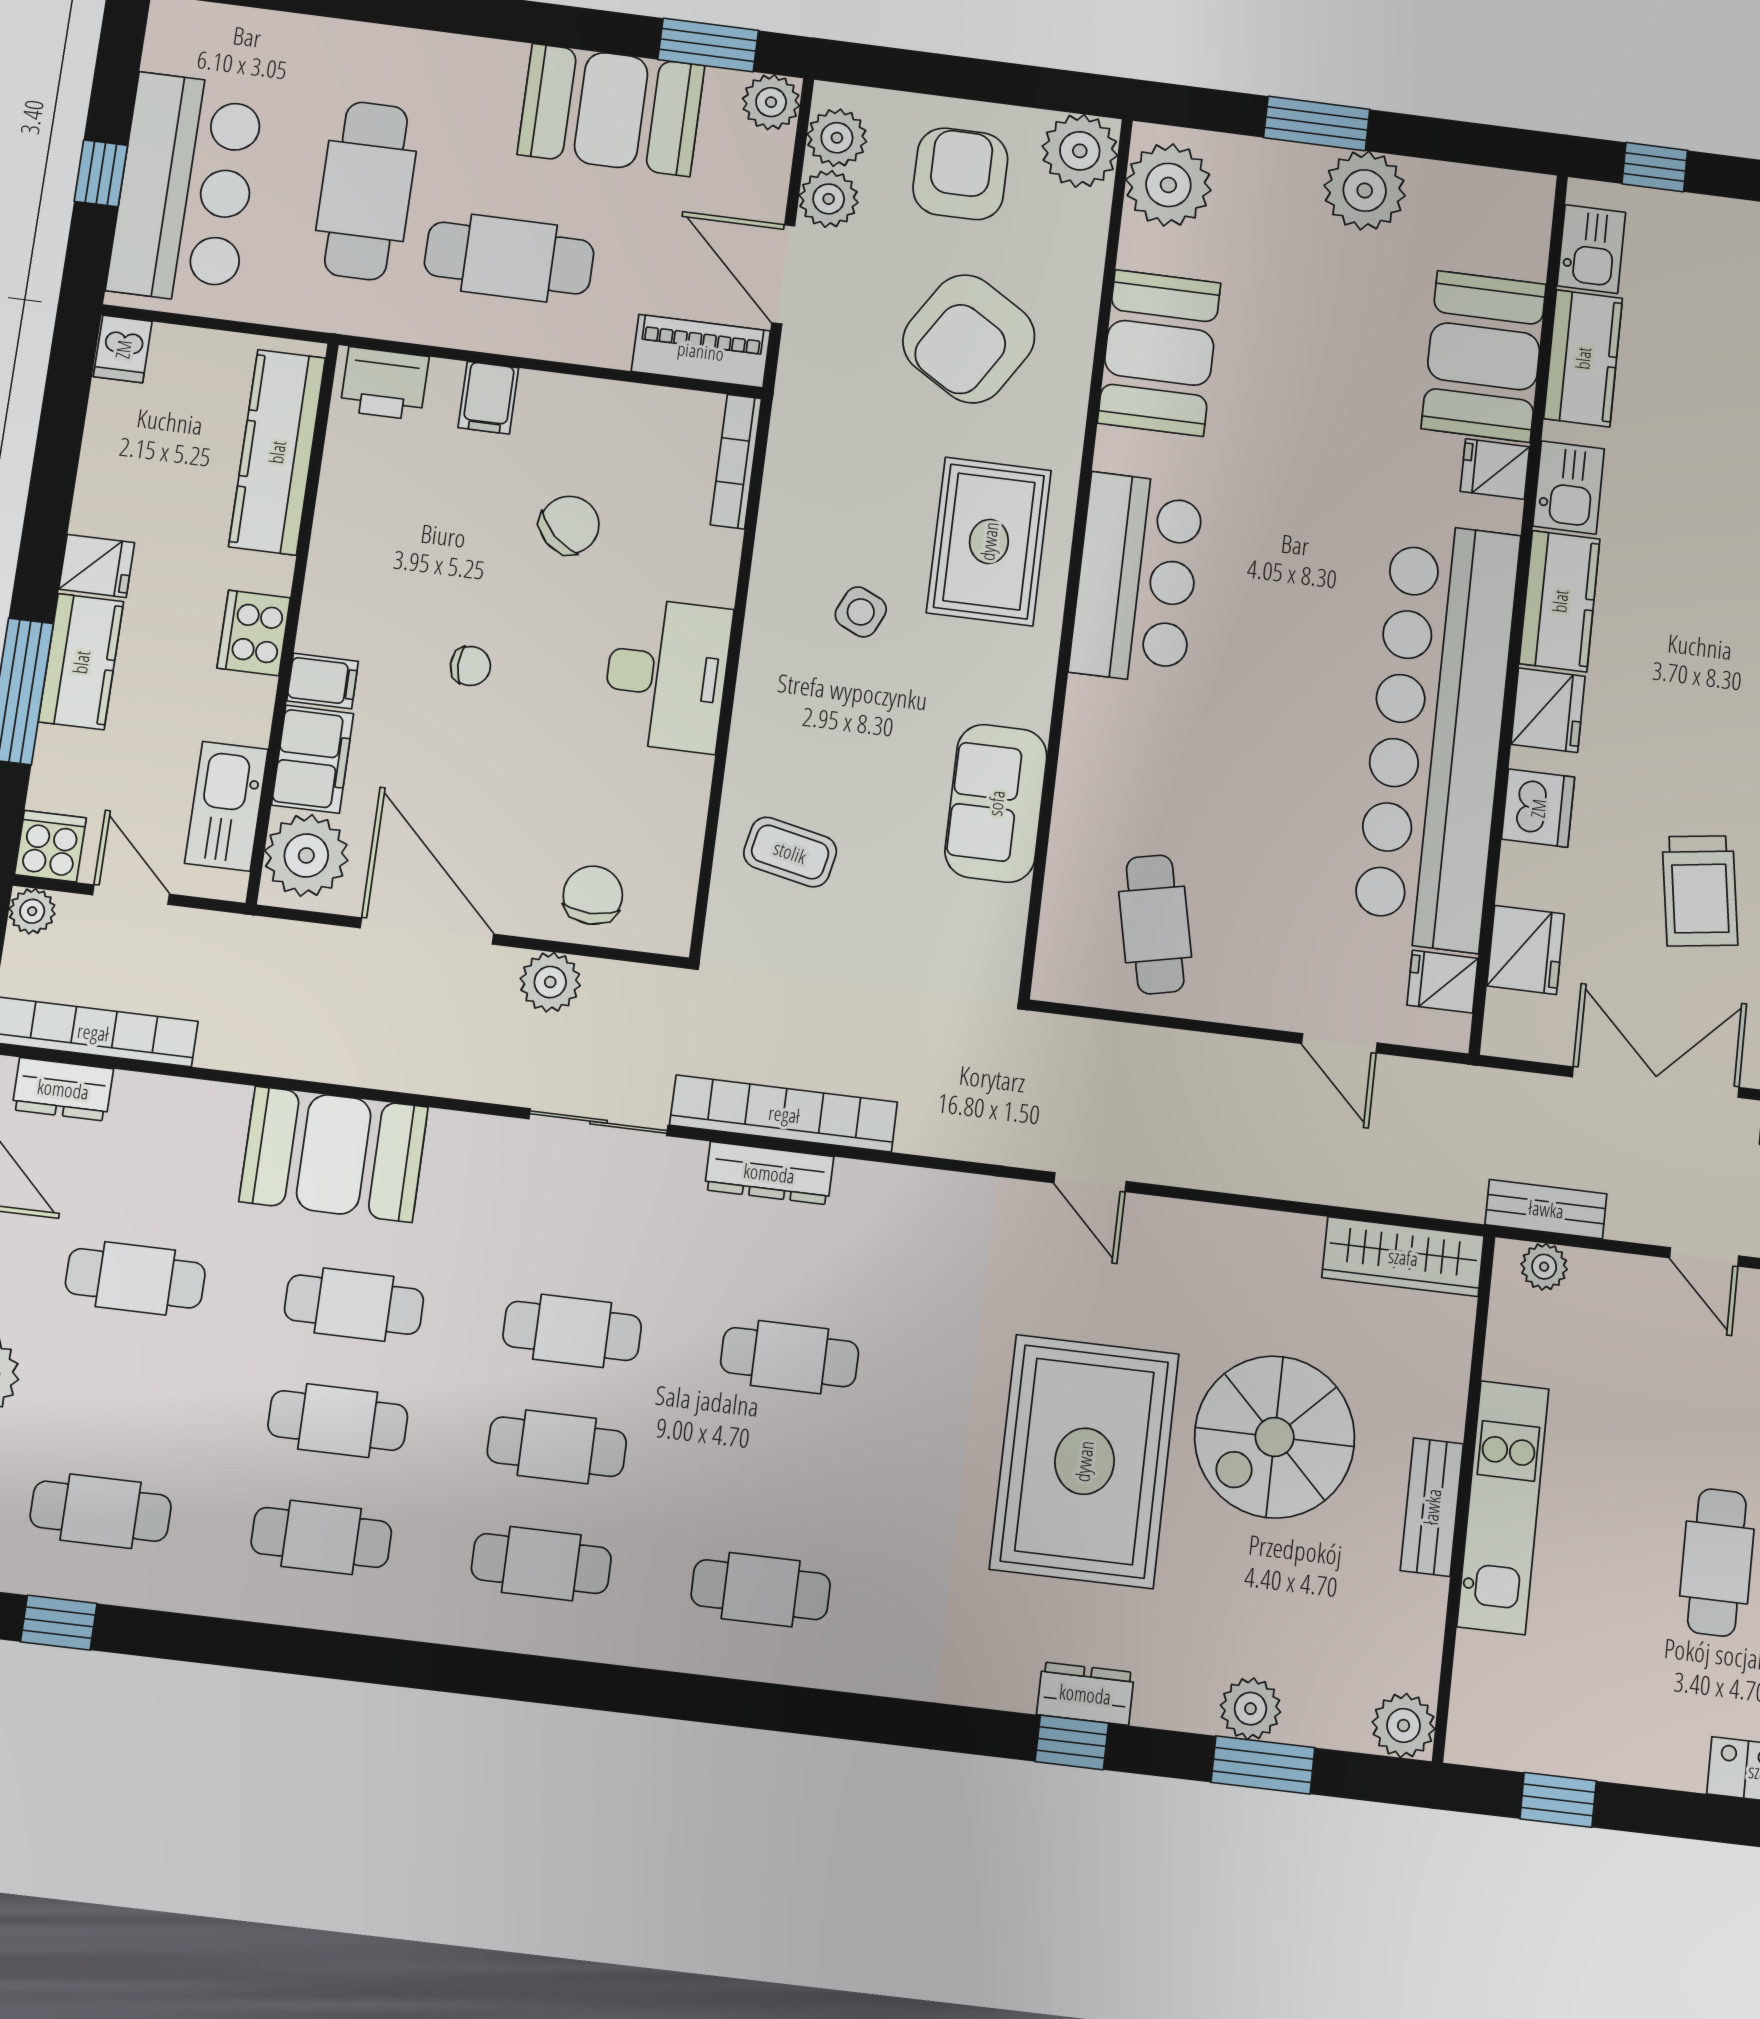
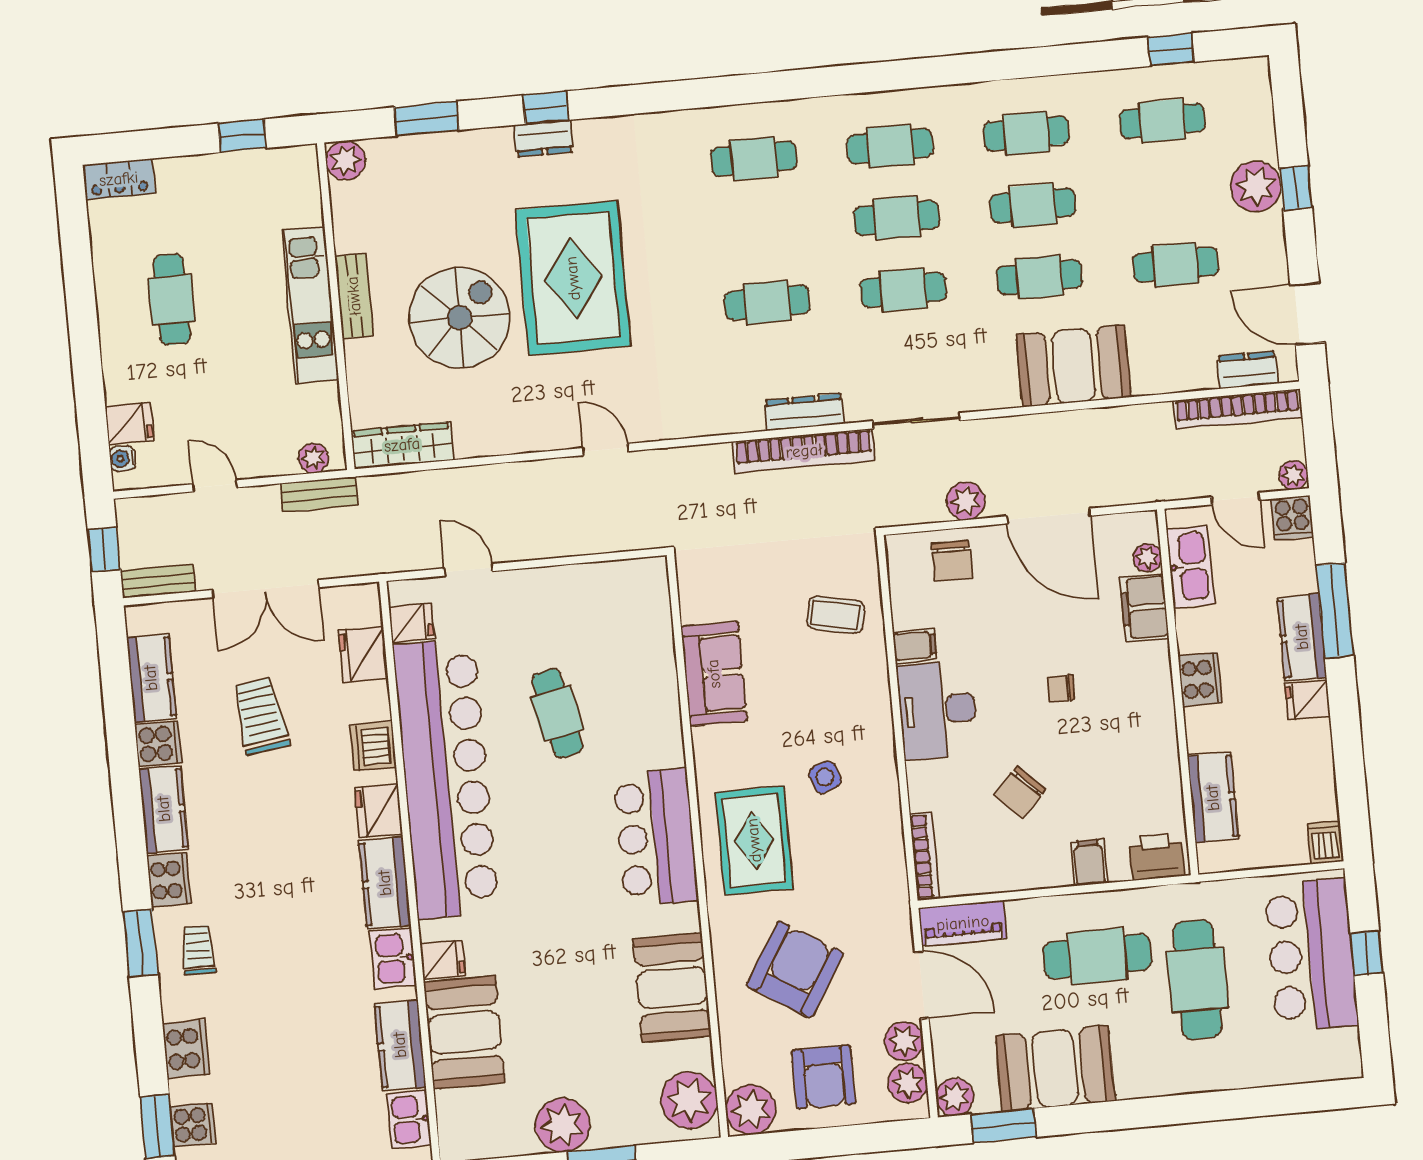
kitchen counter: (277, 452) -> (1213, 798), width x0.67
side table: (861, 612) -> (825, 777), turned 45
filing cabinet: (323, 681) -> (915, 646), moved, turned 180
plant: (306, 855) -> (1147, 558), width x0.53, depth x0.53
cafe table: (1155, 924) -> (557, 713), moved
plant: (1250, 1709) -> (441, 151), removed

